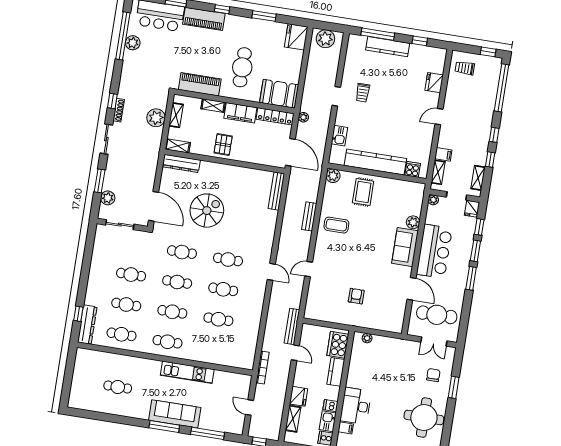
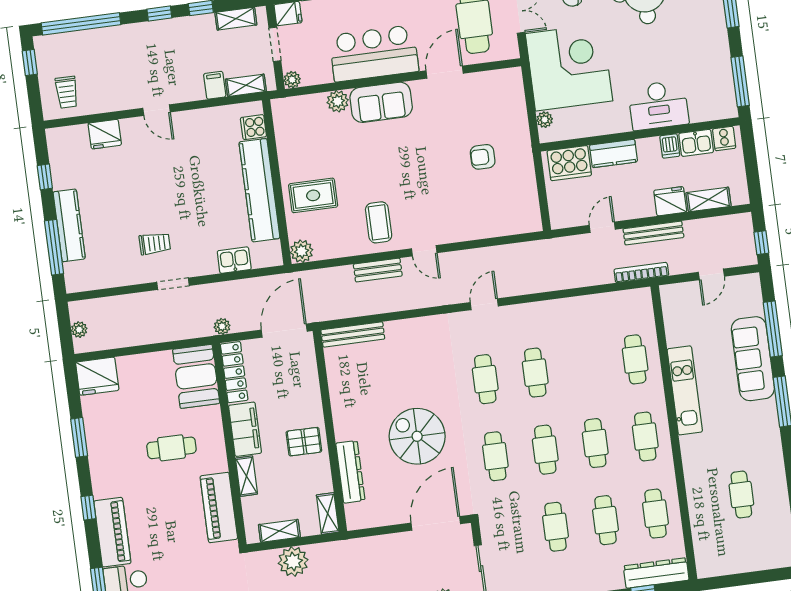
plant: (325, 39) -> (79, 330), width x0.53, depth x0.53
cafe table: (242, 67) -> (171, 448), width x0.73, depth x0.74
dresser: (181, 163) -> (350, 472), moved
door: (309, 269) -> (424, 251), moved
cafe table: (218, 319) -> (635, 359), moved
bench: (292, 326) -> (653, 233), moved
corner desk: (393, 361) -> (569, 67), added
sofa: (175, 414) -> (753, 359), moved
filing cabinet: (346, 428) -> (698, 111), removed

